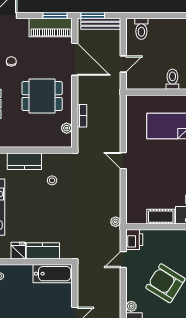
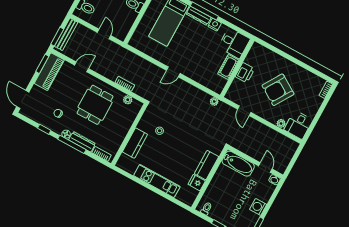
door: (75, 59) -> (82, 67), width x0.53
printer: (134, 240) -> (245, 73), moved, turned 90
bathtub: (53, 274) -> (238, 164), moved, turned 90

